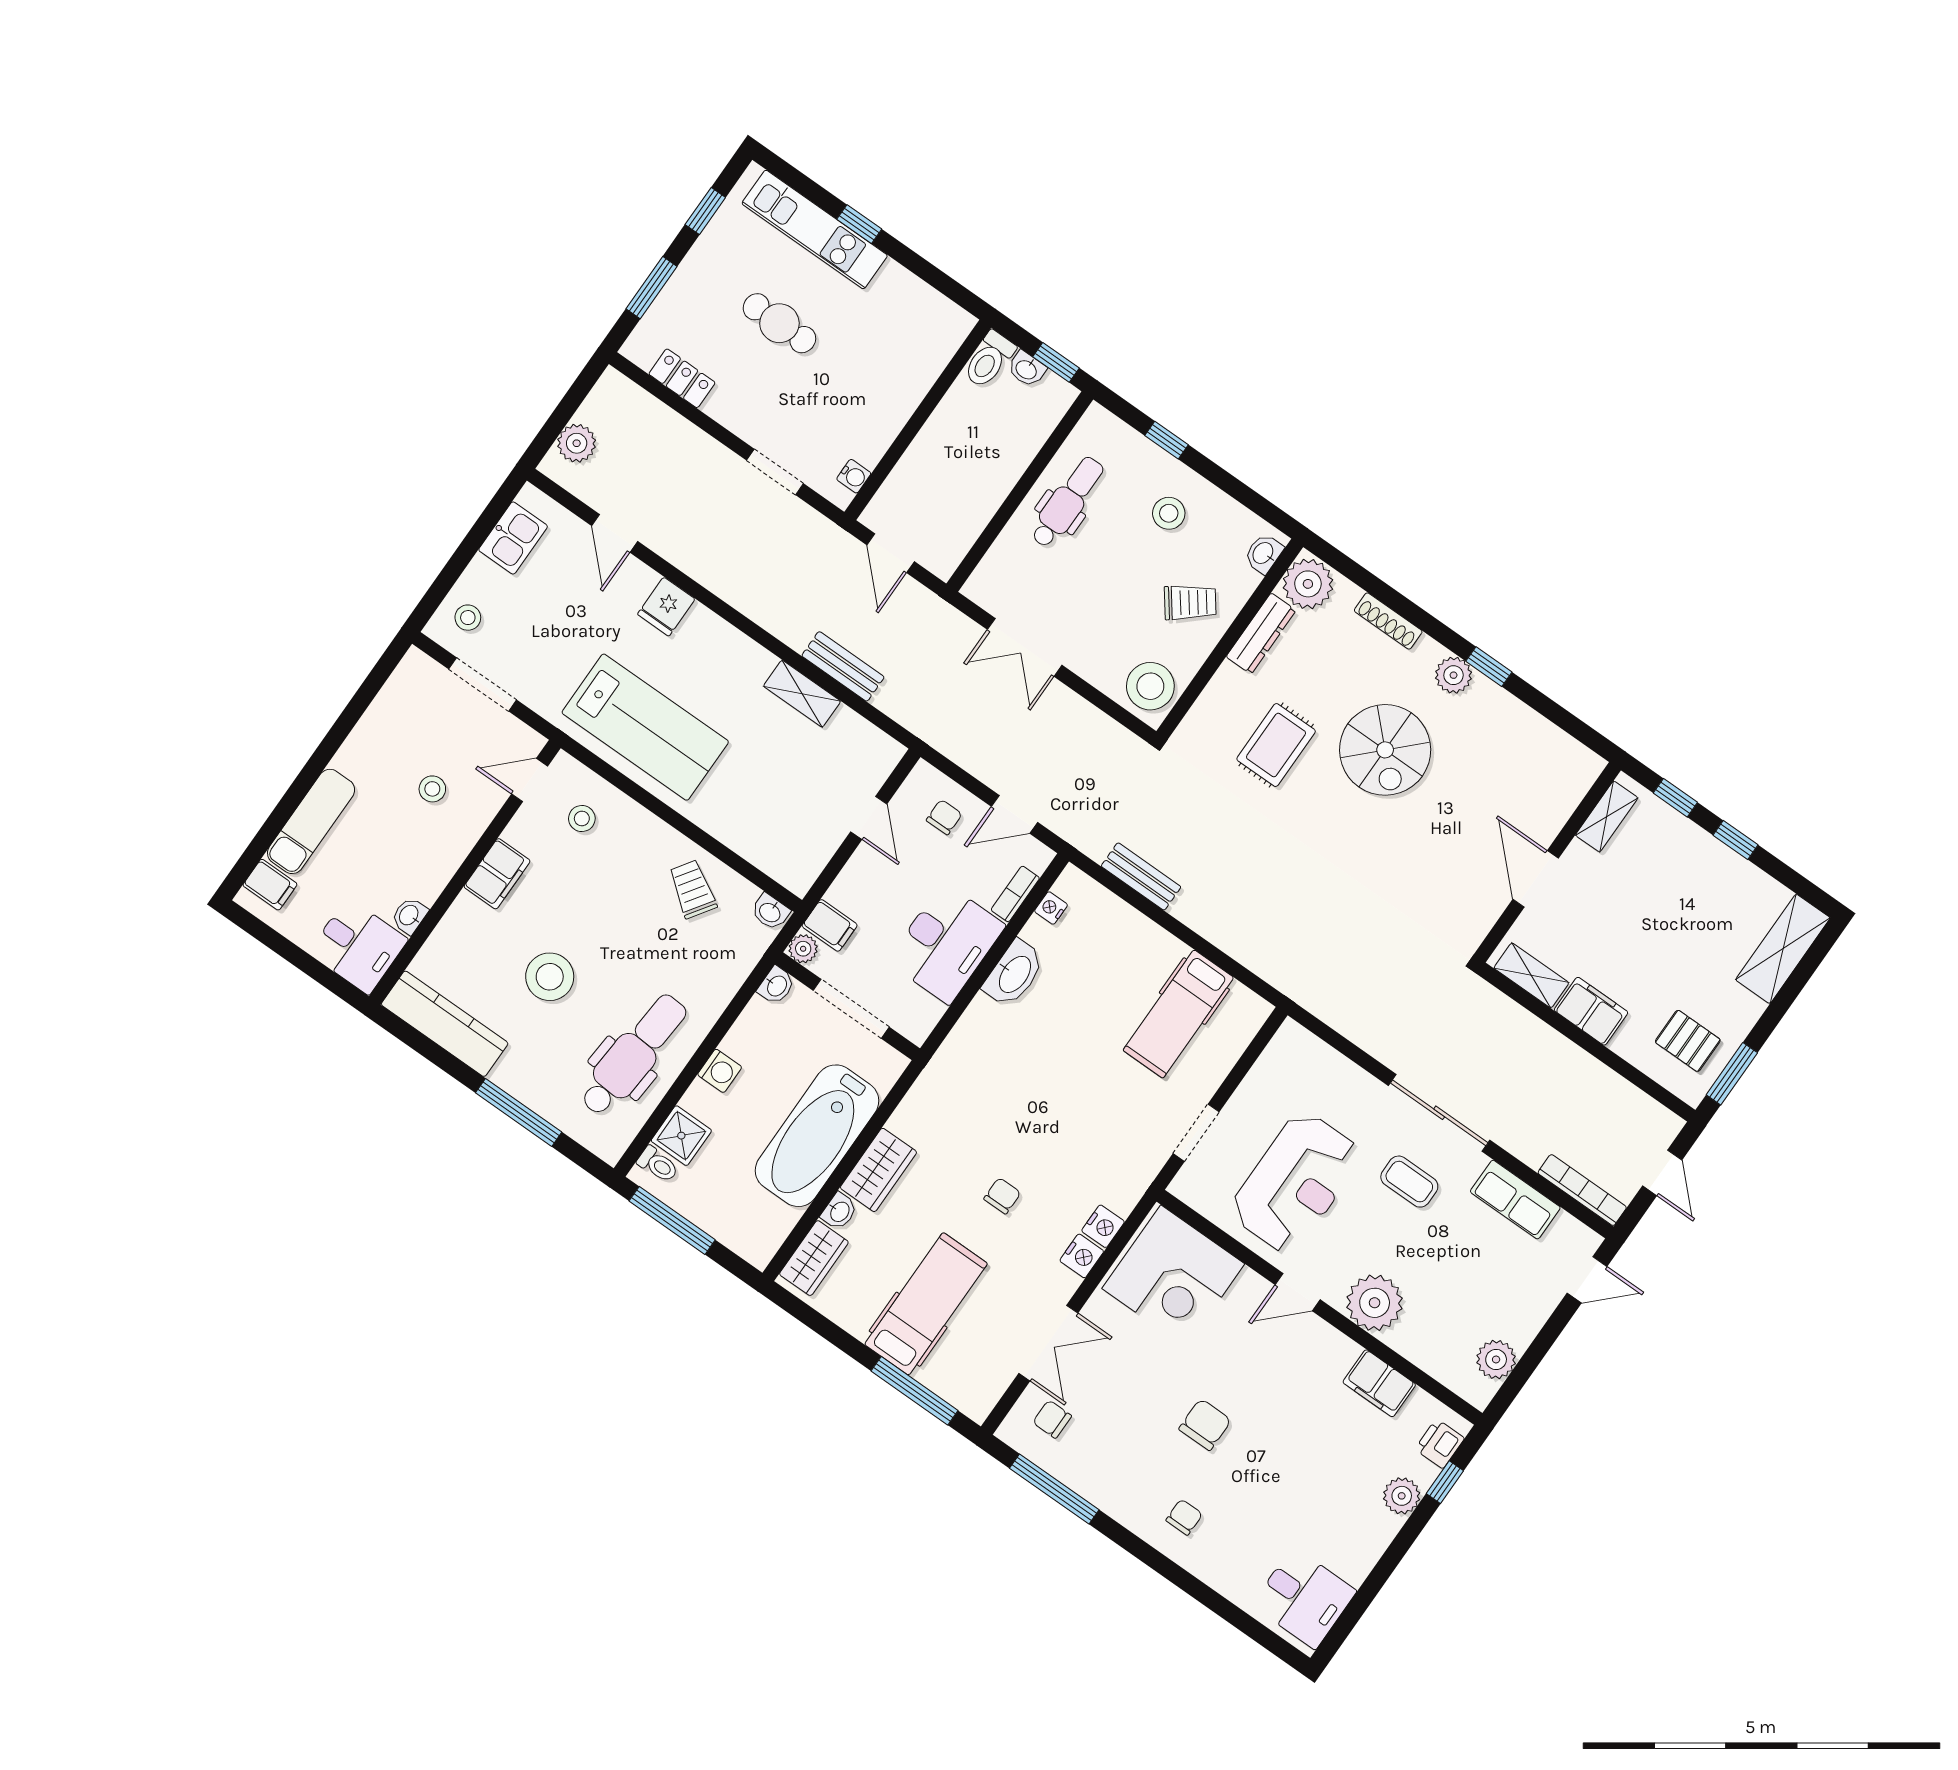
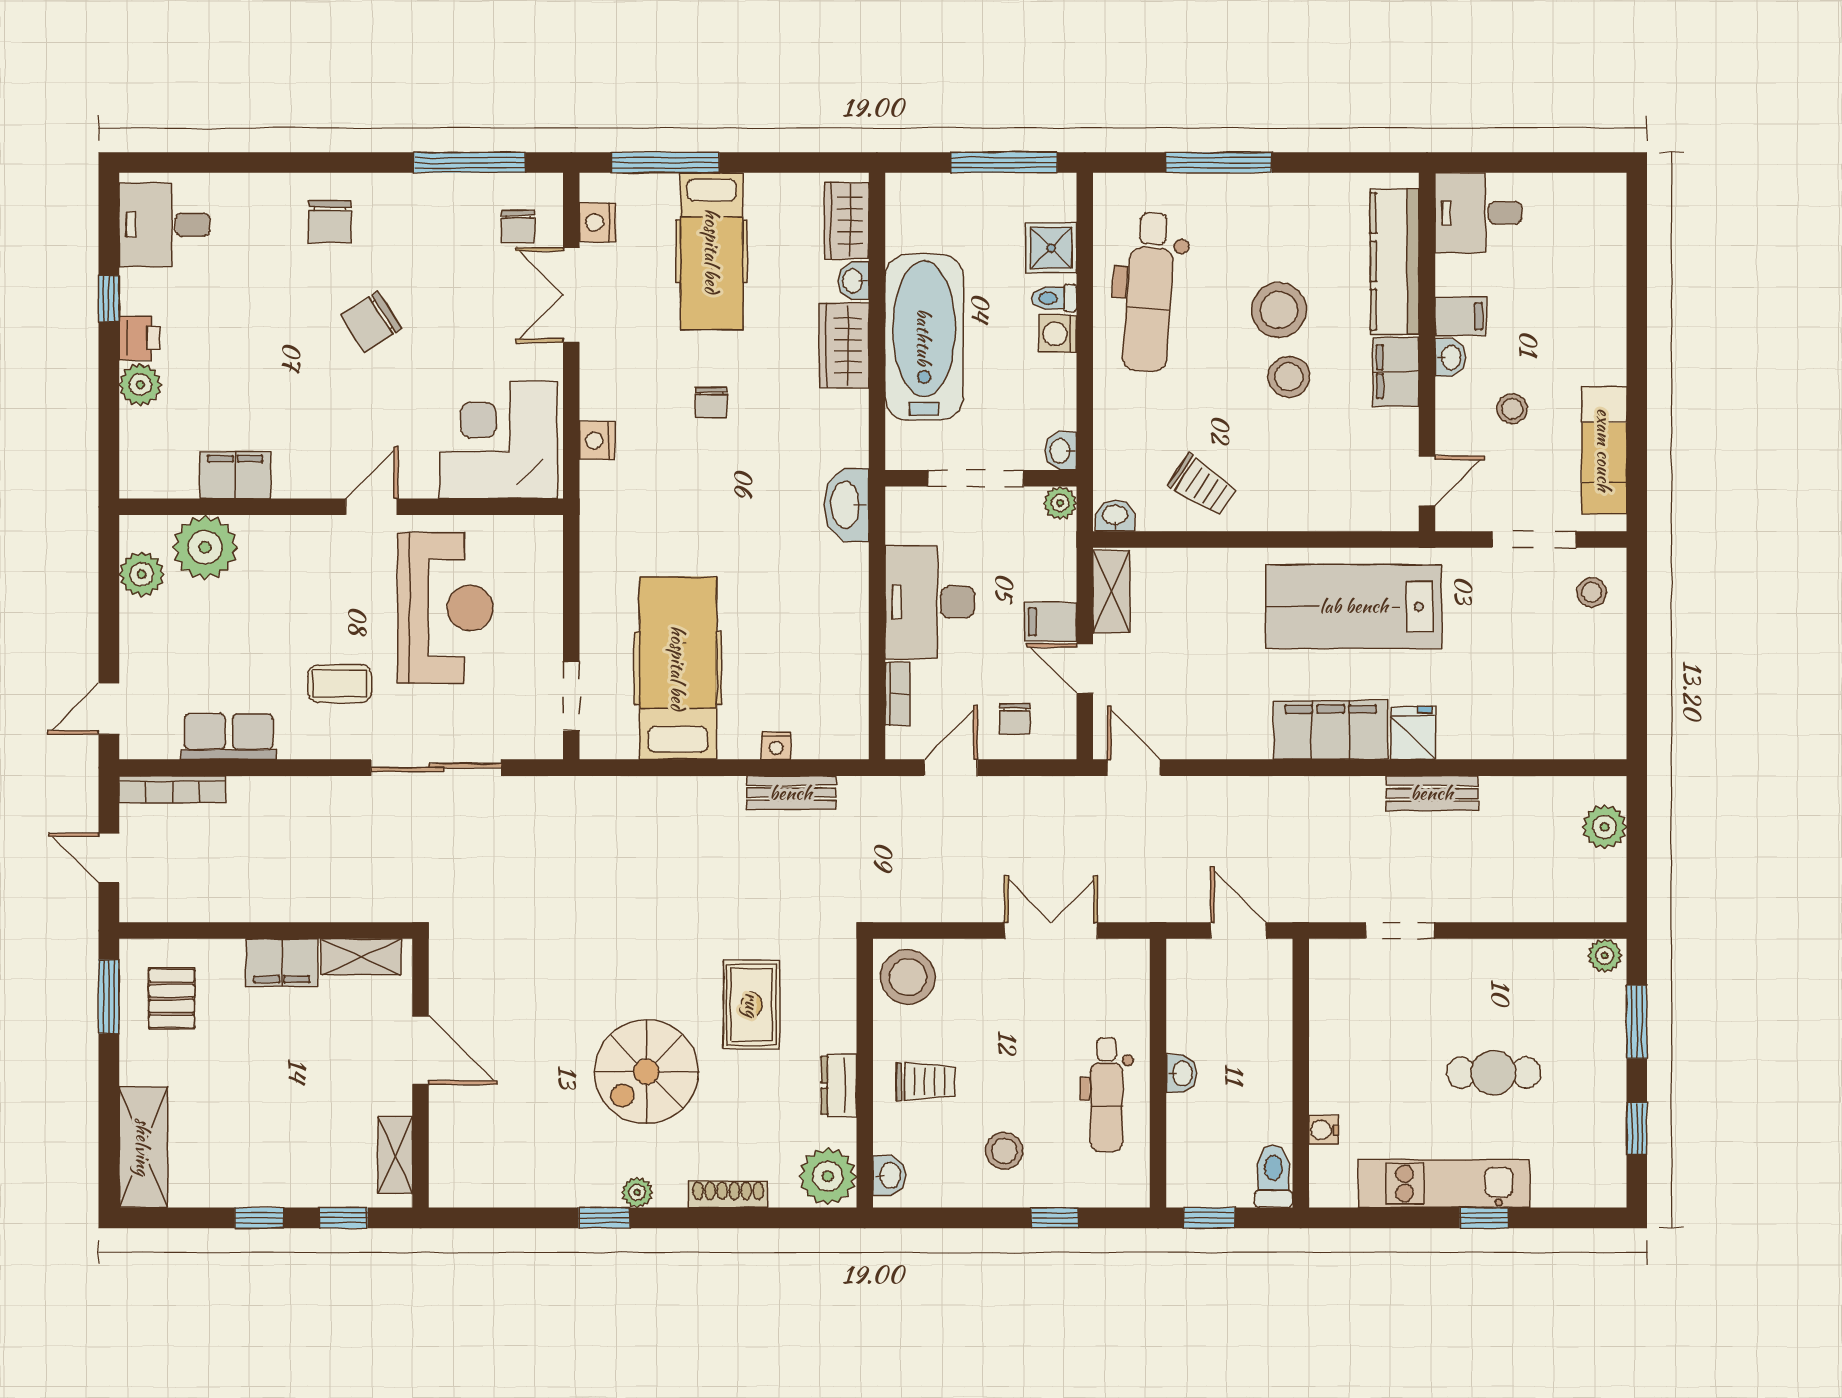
kitchen unit: (815, 229) -> (1444, 1184), moved
plant: (641, 351) -> (1605, 955), added
washbasin: (1027, 369) -> (1182, 1074), moved, turned 90
locker: (682, 378) -> (1549, 957), removed
water cooler: (854, 476) -> (1323, 1130), moved
door: (615, 533) -> (1134, 768), moved
kitchen sink: (513, 538) -> (1602, 696), removed
trolley: (1190, 602) -> (926, 1081), turned -143
dresser: (1261, 634) -> (839, 1085), width x0.70
filing cabinet: (724, 650) -> (1331, 730), added
bench: (843, 666) -> (1432, 793), moved
plant: (1454, 675) -> (637, 1192), width x0.73, depth x0.73
shelving: (802, 694) -> (1112, 592), moved, turned 90
spiral stairs: (1385, 750) -> (646, 1072), turned -90
stool: (582, 819) -> (1289, 377), moved, width x1.37, depth x1.37
exam couch: (311, 821) -> (1604, 450), moved
filing cabinet: (270, 885) -> (1461, 316), moved, turned 180
nightstand: (1051, 908) -> (776, 746), moved, turned 90
washbasin: (409, 916) -> (1450, 358), moved
filing cabinet: (830, 925) -> (1051, 622), moved
washbasin: (1014, 974) -> (846, 505), moved
hospital bed: (1178, 1014) -> (678, 668), width x1.37, depth x1.29
kitchen counter: (445, 1024) -> (1395, 261), moved, turned 90
pallet: (1688, 1041) -> (172, 998), turned 90
sliding door: (1439, 1113) -> (436, 768), moved
doorway: (1196, 1133) -> (571, 697), moved
toilet: (658, 1164) -> (1054, 298), moved
reception desk: (1296, 1183) -> (445, 608), turned 180
nightstand: (1082, 1256) -> (597, 222), moved
plant: (1375, 1303) -> (205, 547), moved
chair: (1052, 1419) -> (518, 226), turned 90
chair: (1205, 1425) -> (371, 322), turned 57
printer: (1440, 1444) -> (139, 338), moved
window: (1445, 1482) -> (109, 299), moved
chair: (1184, 1517) -> (330, 222), width x1.37, depth x1.37

